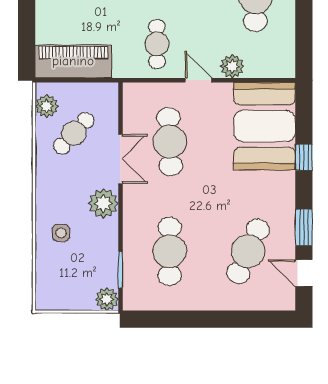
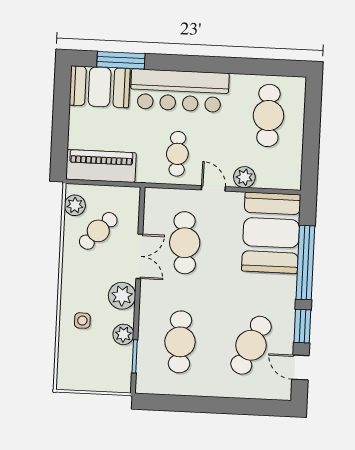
window: (304, 157) -> (305, 263), width x3.17
plant: (107, 299) -> (123, 334), moved

